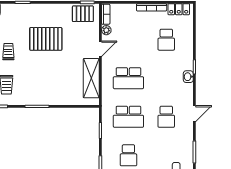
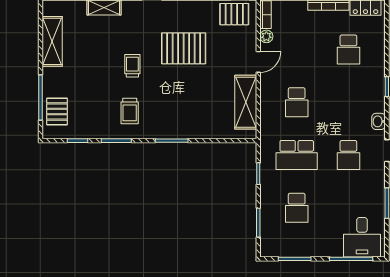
washbasin: (188, 77) -> (379, 121), moved
school desk: (128, 78) -> (297, 102), width x0.54

